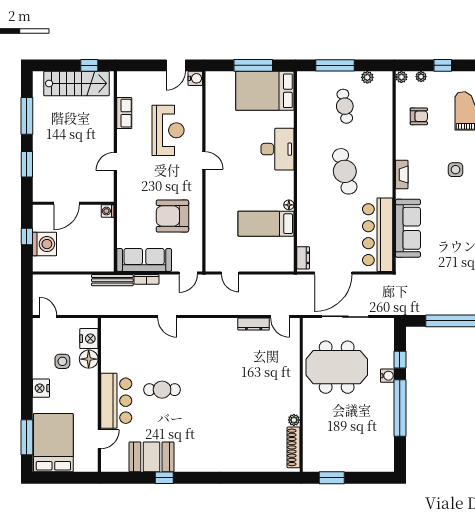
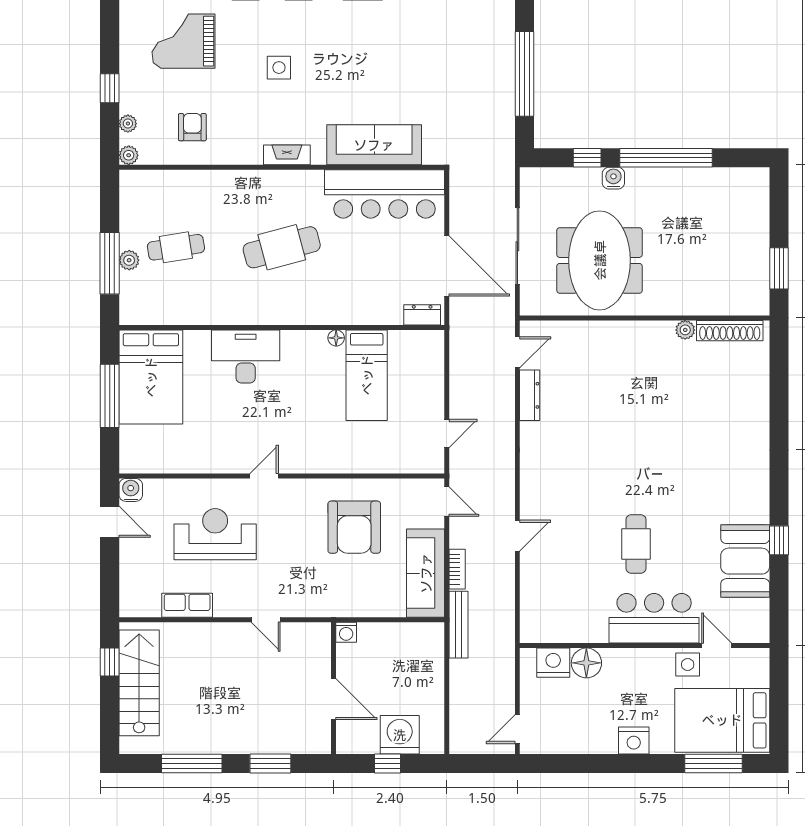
plant: (367, 77) -> (129, 260), moved
side table: (62, 361) -> (688, 664), moved

